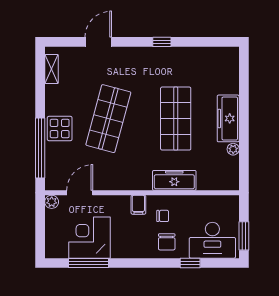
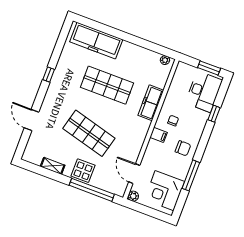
shelving: (52, 69) -> (53, 166), moved
freezer: (228, 118) -> (96, 41), moved, width x1.36, depth x1.26
plant: (233, 149) -> (165, 60), moved
corner desk: (89, 238) -> (164, 191), moved
chair: (167, 242) -> (183, 148), moved
window: (89, 263) -> (191, 175), moved

